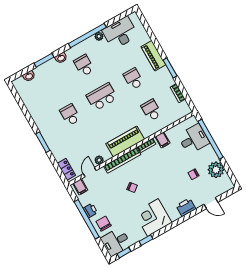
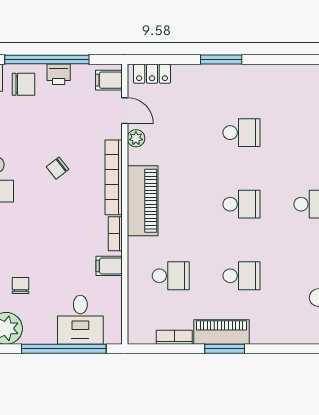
piano: (153, 56) -> (221, 332), moved
school desk: (102, 97) -> (242, 204), width x0.54

